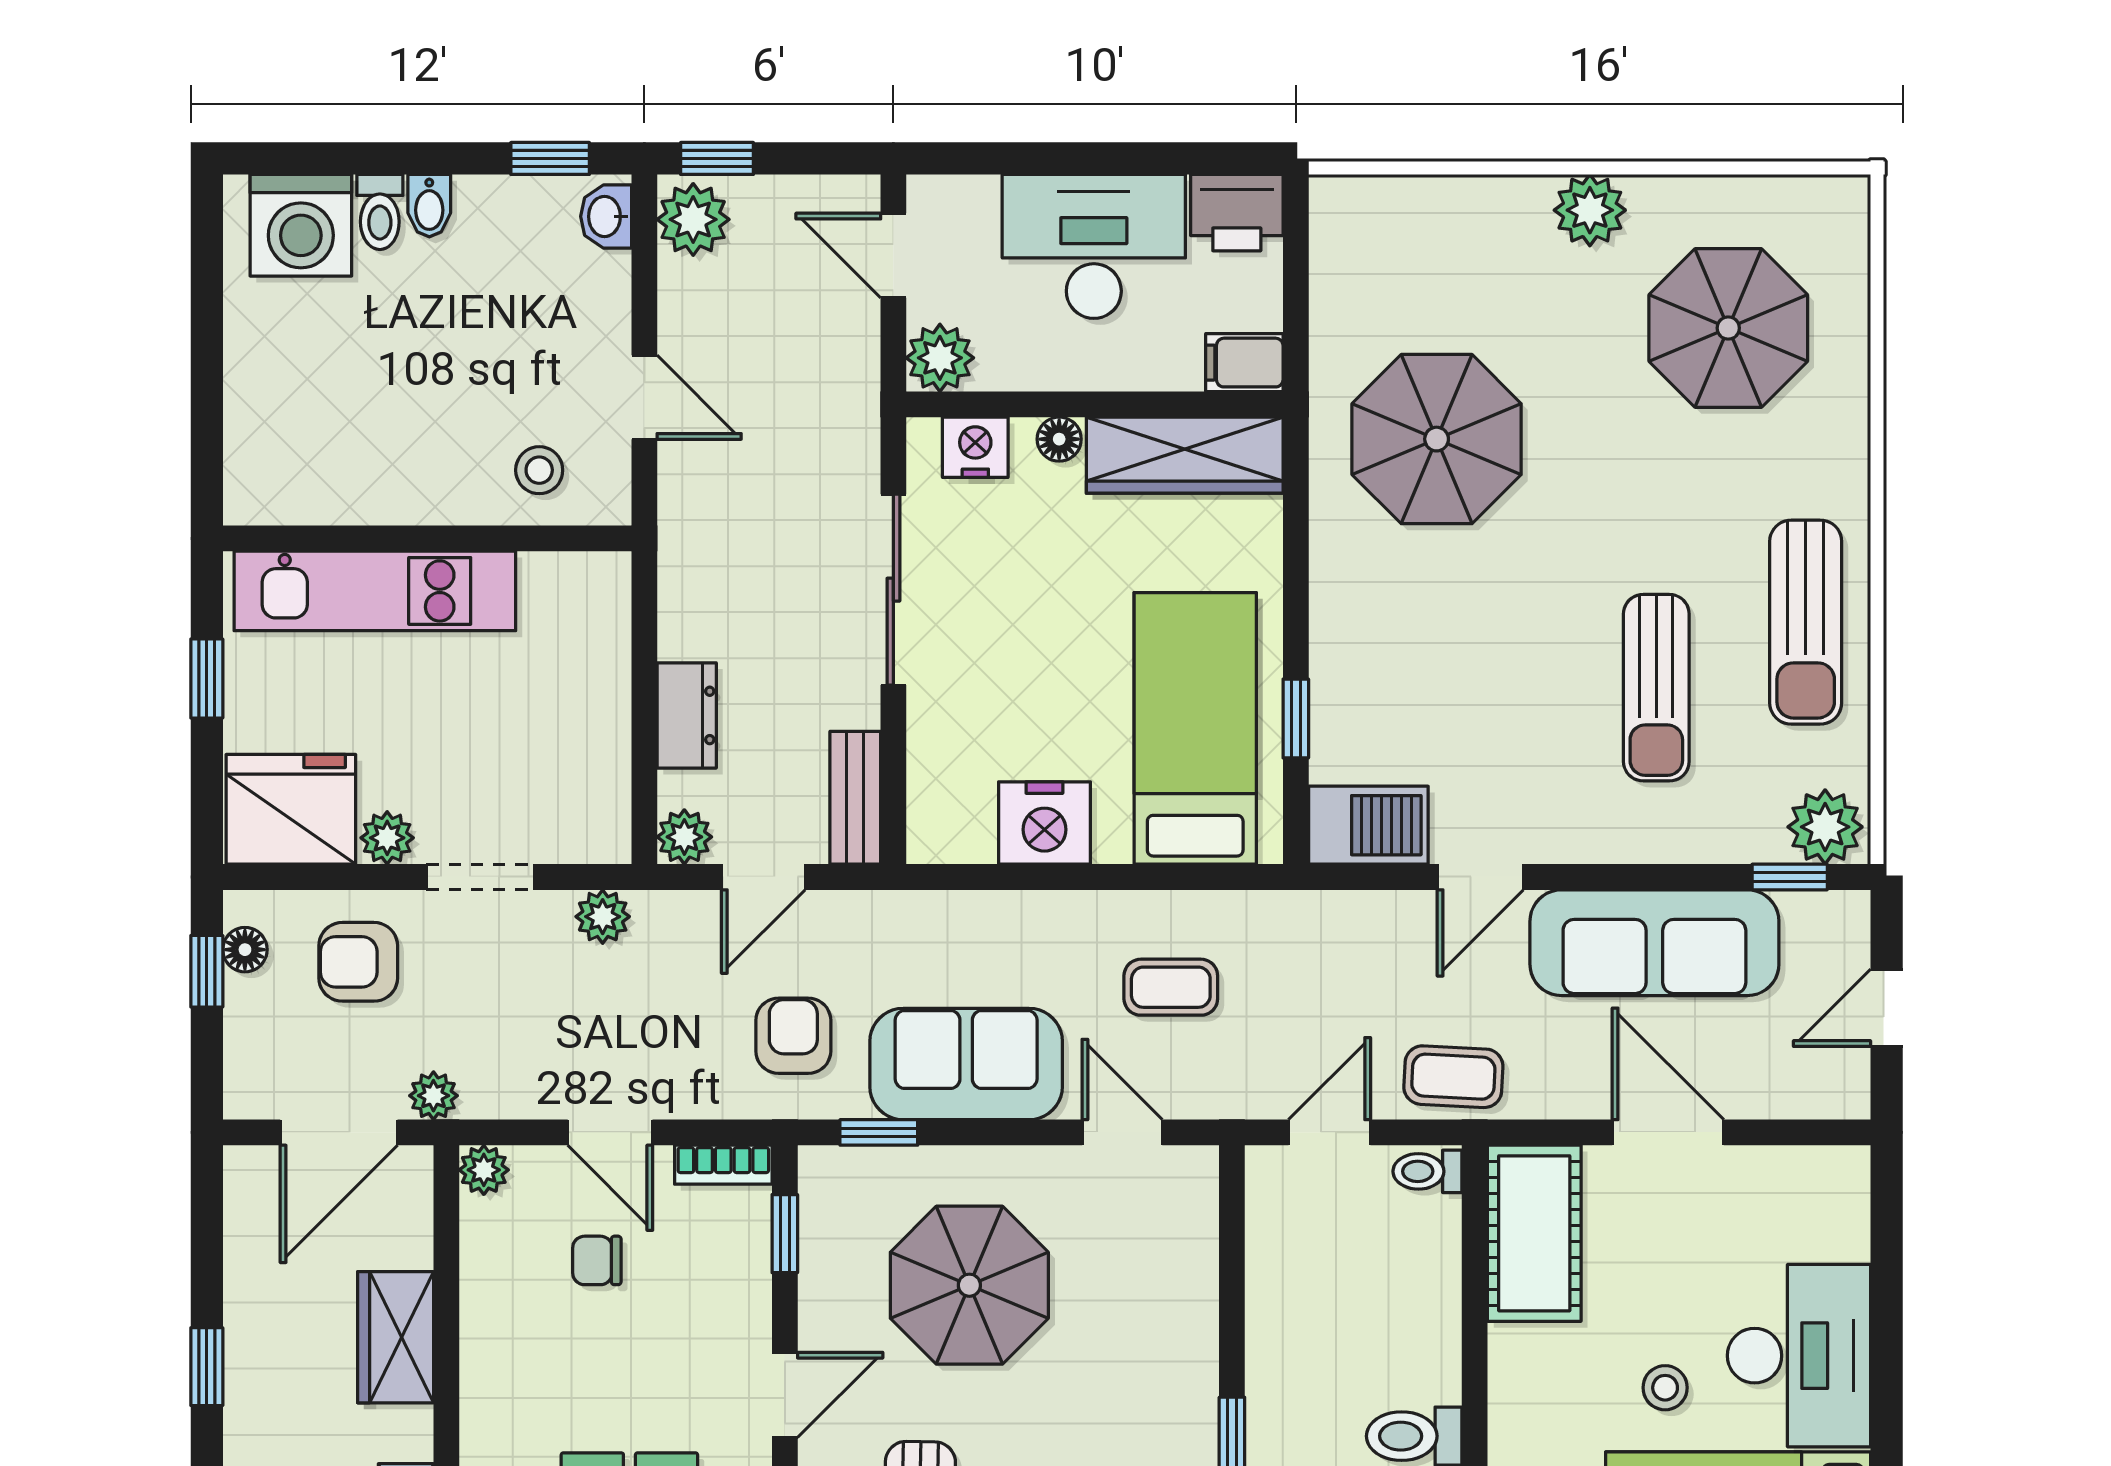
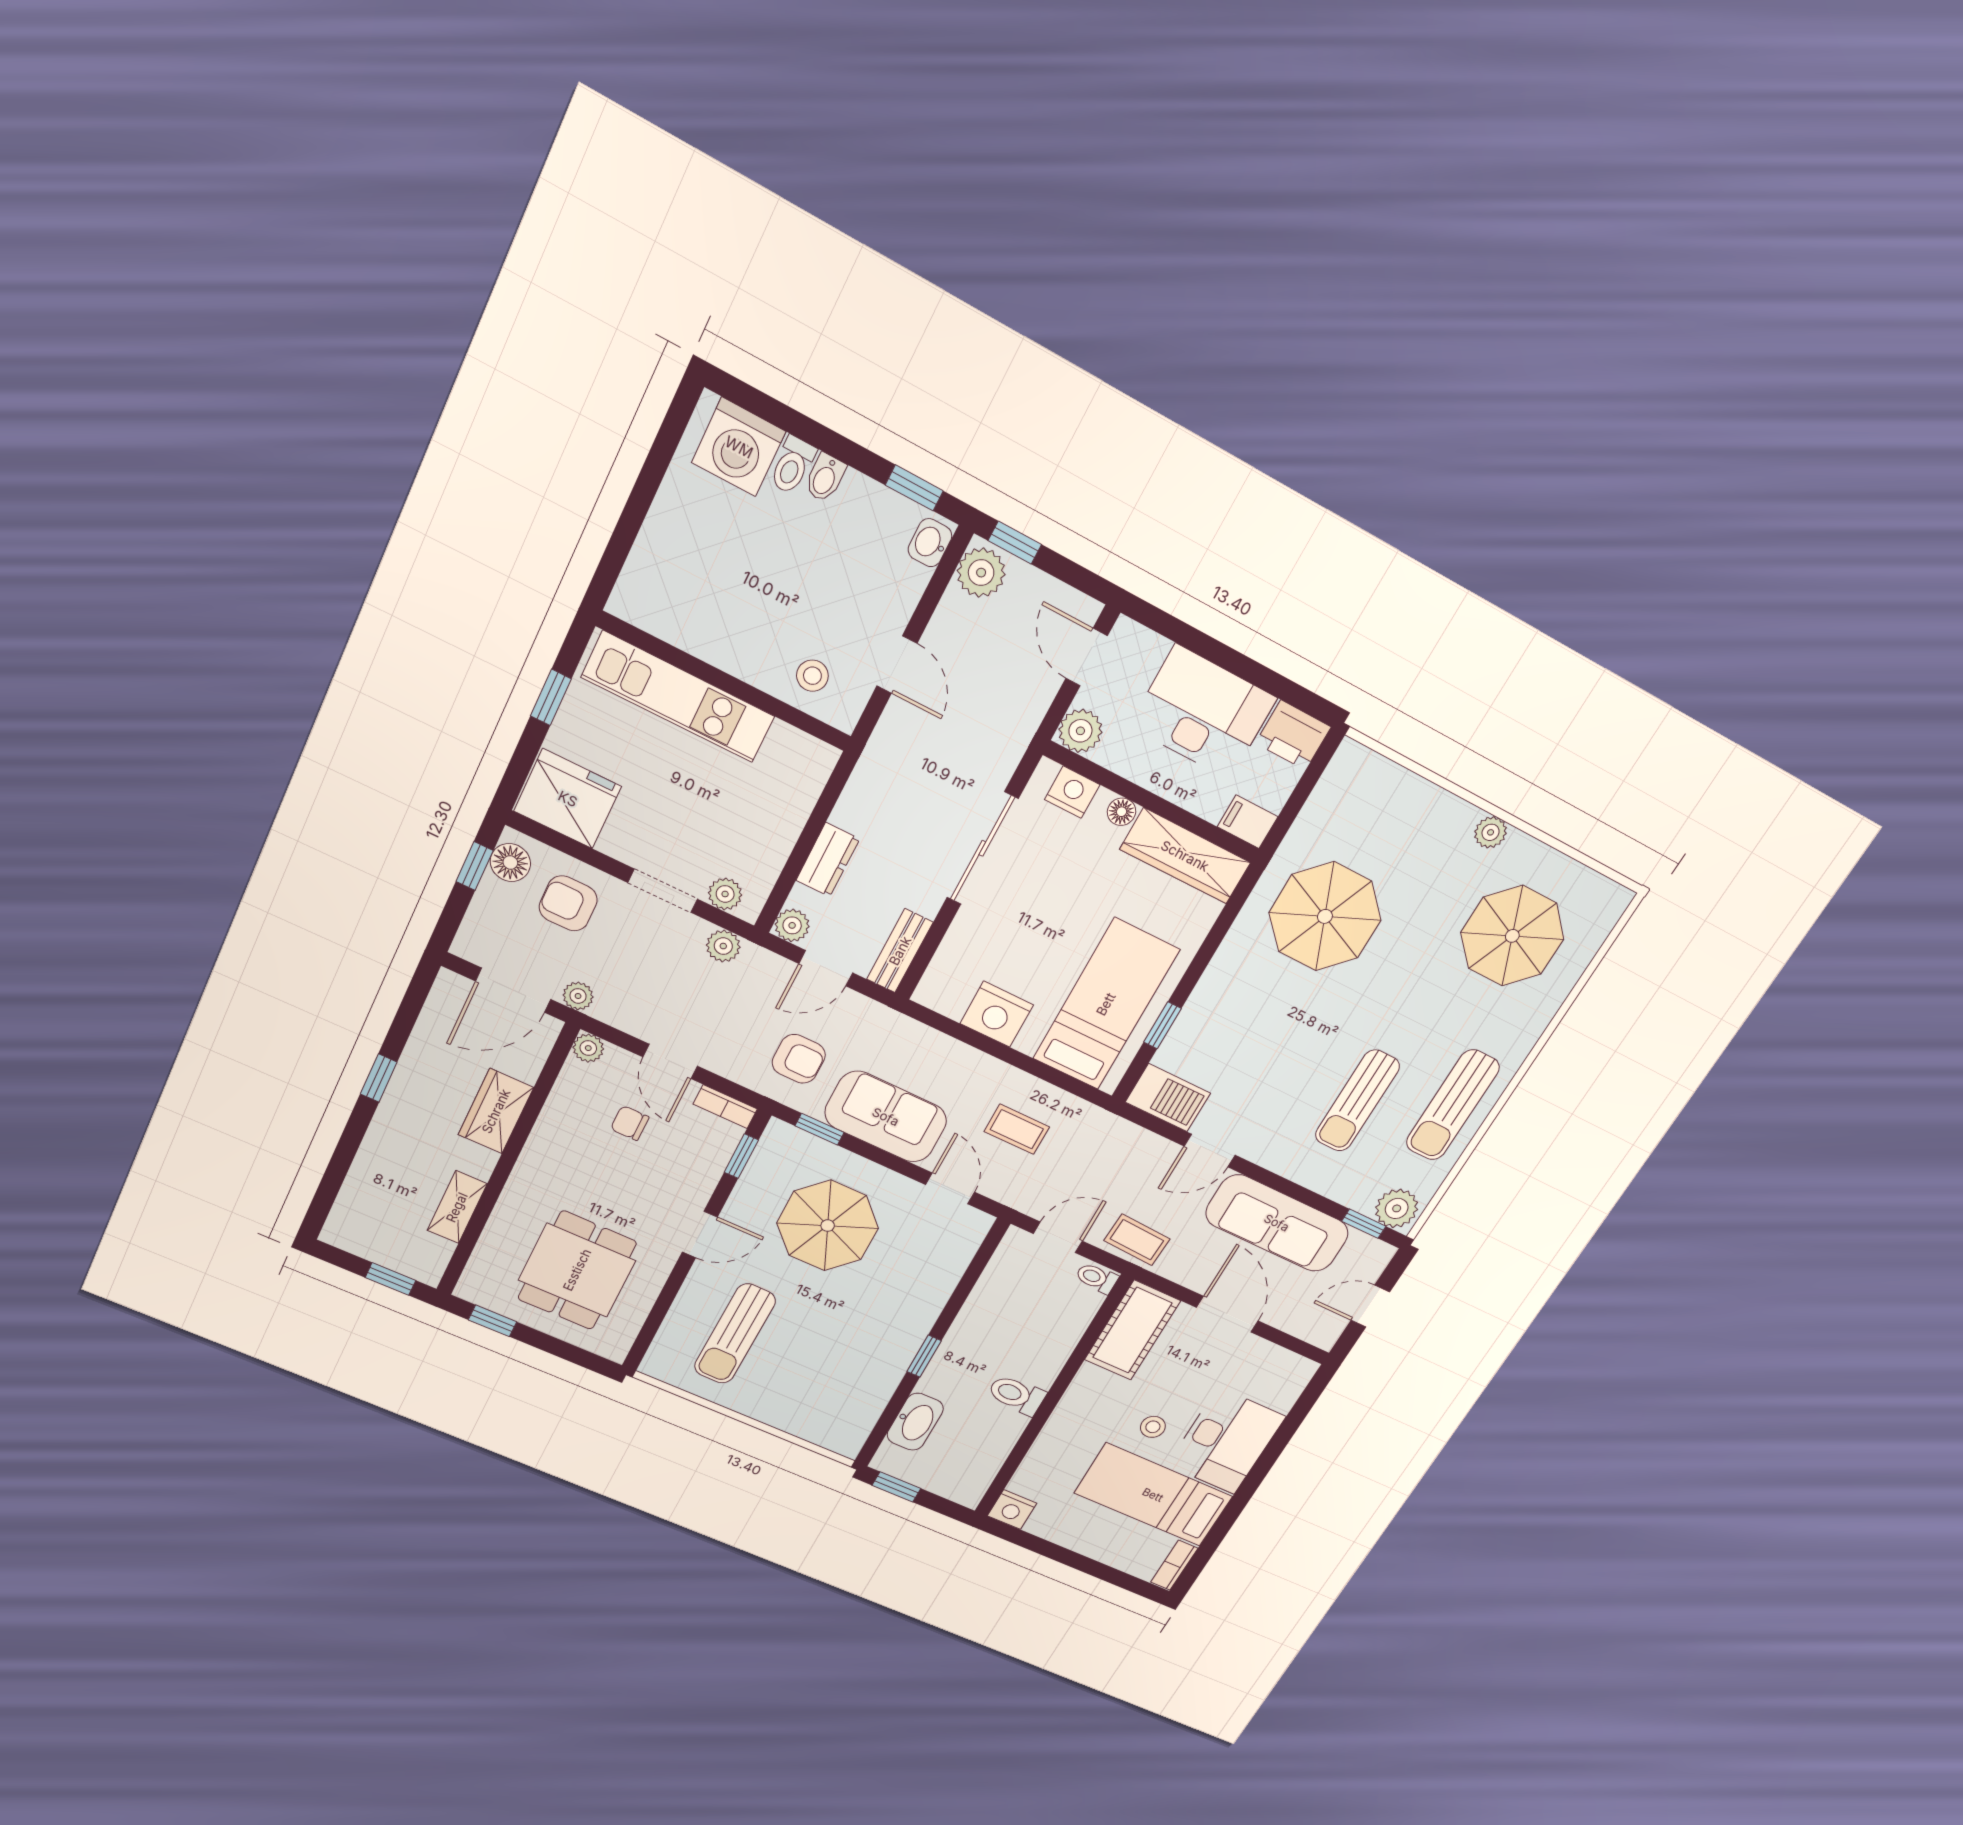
plant: (1590, 210) -> (1491, 832), width x0.73, depth x0.73
plant: (387, 838) -> (725, 894), moved
floor lamp: (245, 950) -> (510, 863), width x1.37, depth x1.37
armchair: (793, 1036) -> (799, 1059), turned 90

